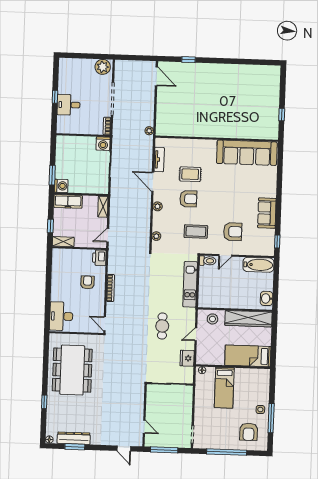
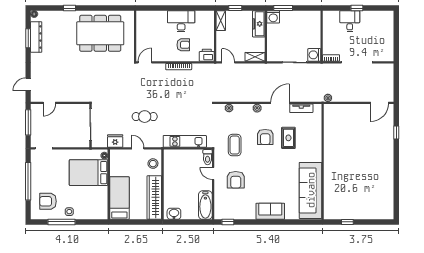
plant: (103, 67) -> (387, 52), removed
sofa: (267, 213) -> (270, 211), moved
desk: (61, 316) -> (181, 21), moved
bed: (224, 388) -> (89, 173), width x1.50

